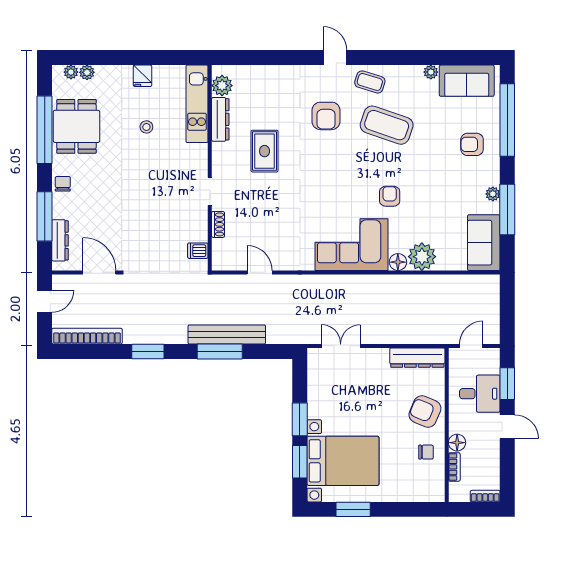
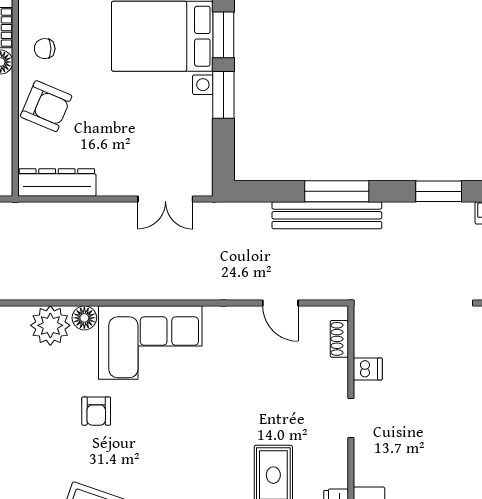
shoe rack: (218, 224) -> (339, 339), moved
dishwasher: (198, 251) -> (368, 369), moved

